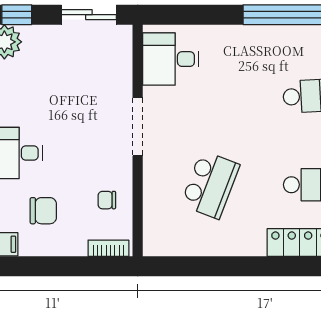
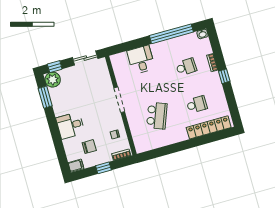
desk: (171, 59) -> (141, 60), moved, turned 90
window: (61, 266) -> (103, 168), added

